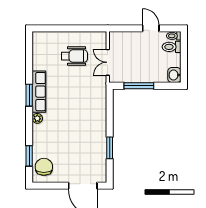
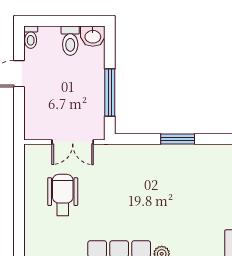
toilet: (172, 47) -> (70, 41), moved
window: (110, 148) -> (178, 139), moved

